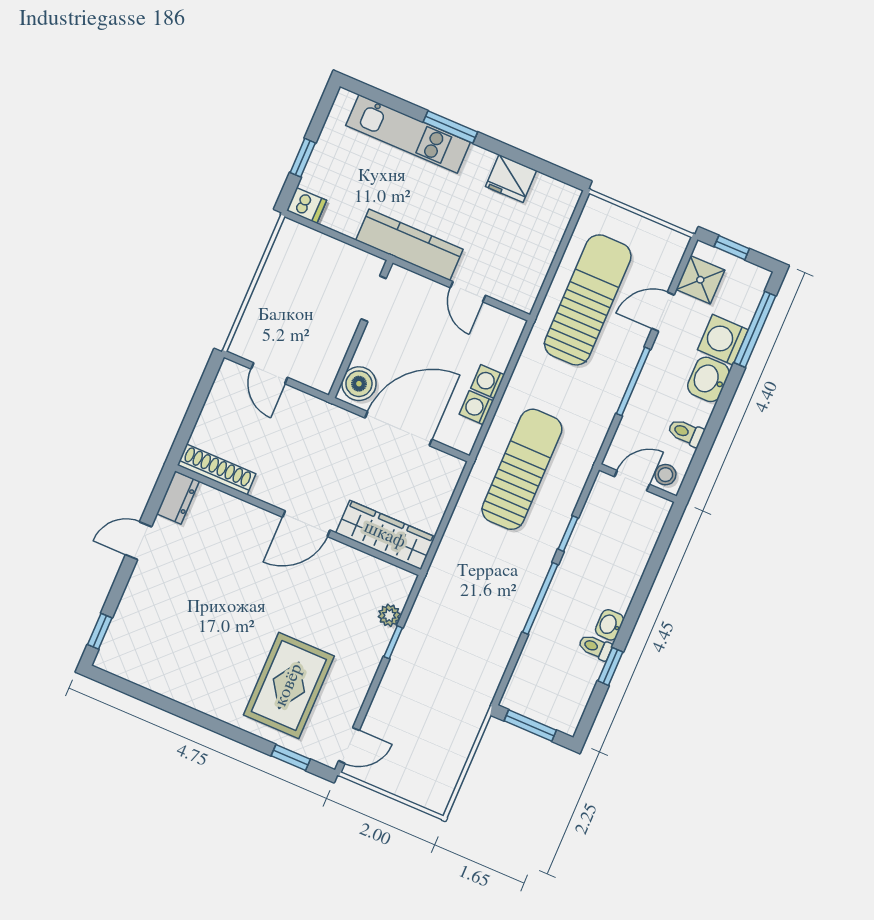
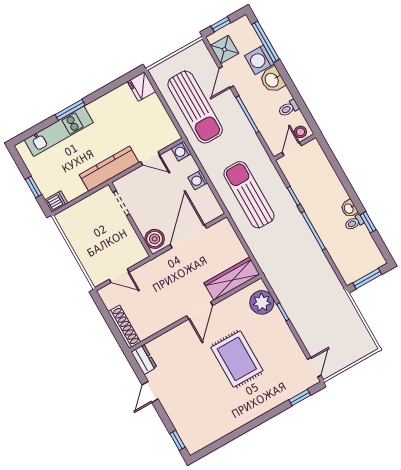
fridge: (511, 178) -> (141, 86), moved, turned 90
sun lounger: (588, 300) -> (195, 107), turned 180
washing machine: (476, 408) -> (181, 151), moved
shoe rack: (217, 469) -> (124, 327), moved, turned 90
plant: (389, 615) -> (262, 302), width x1.88, depth x1.88
rug: (289, 685) -> (237, 359), moved

